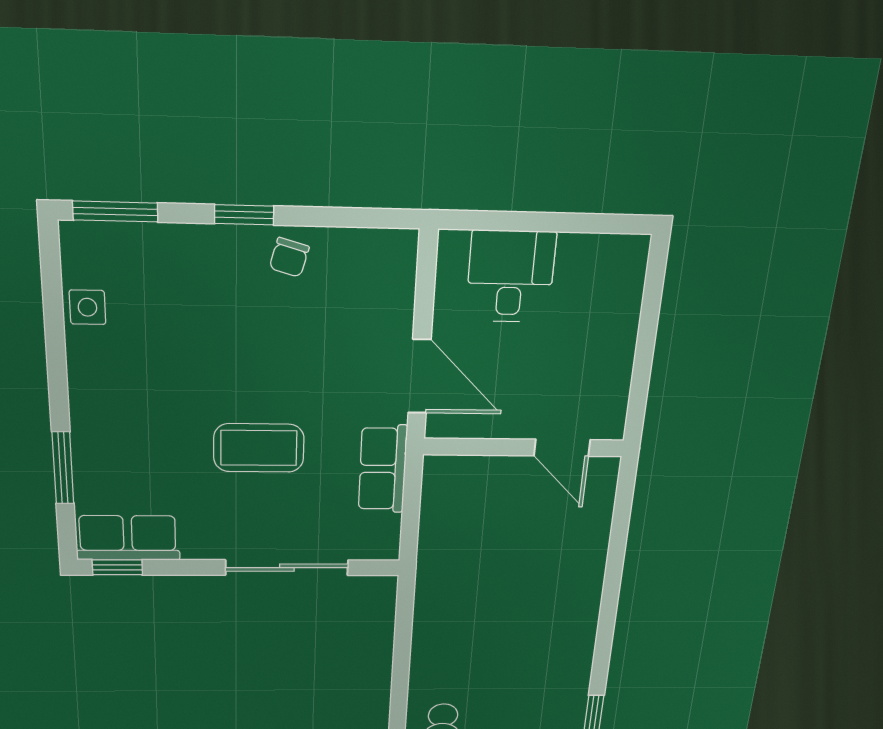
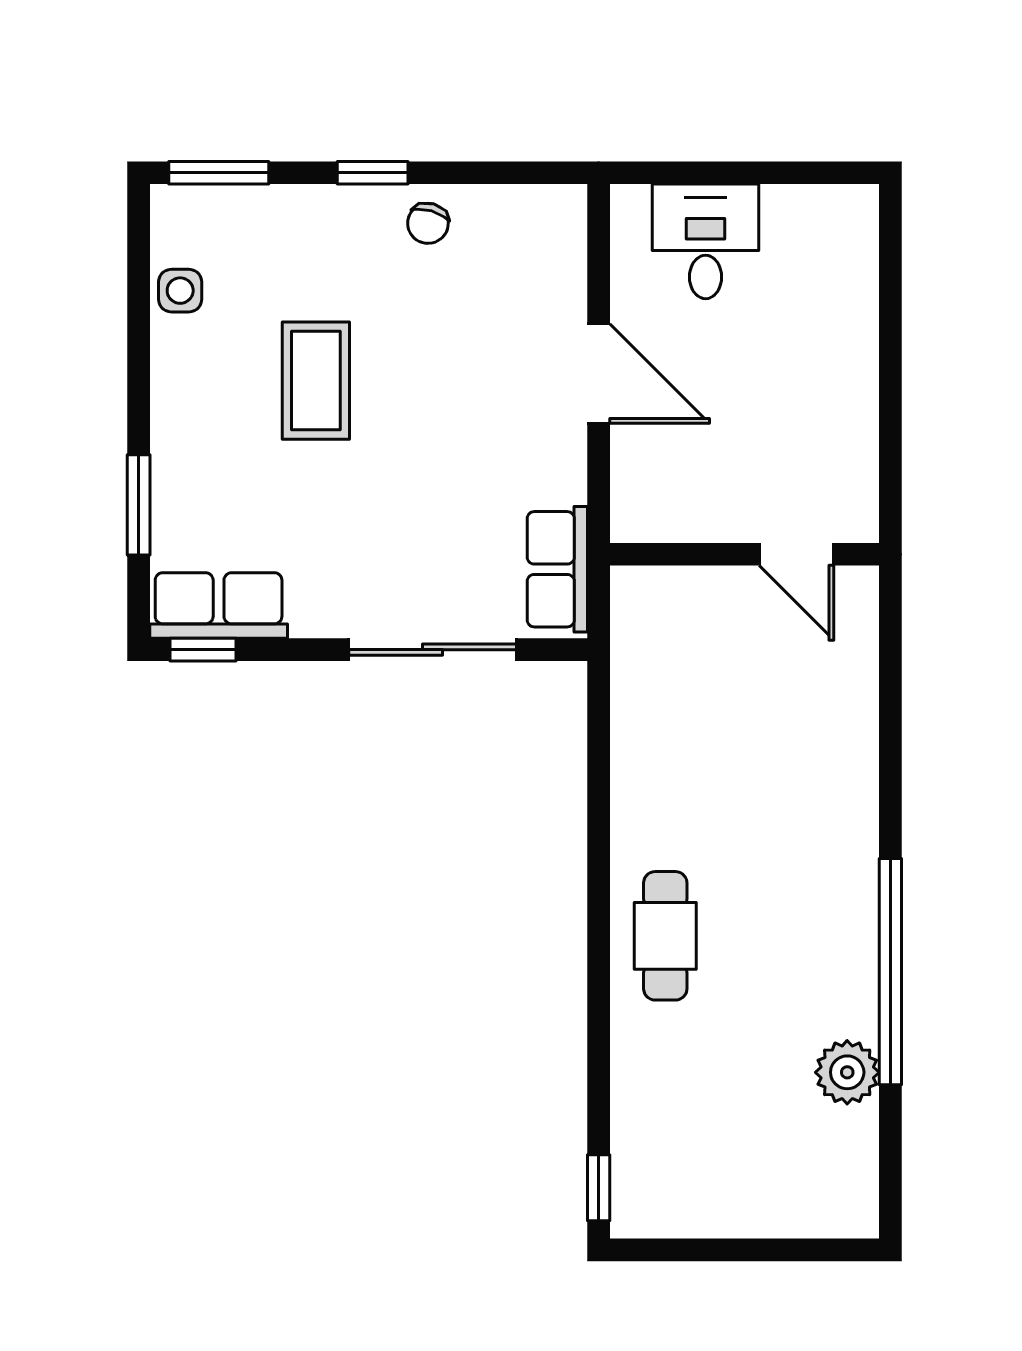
wall: (524, 447) -> (744, 554), moved
coffee table: (259, 448) -> (316, 381), moved, turned 90
door: (562, 448) -> (797, 554), moved
row of seats: (383, 469) -> (557, 569), moved

